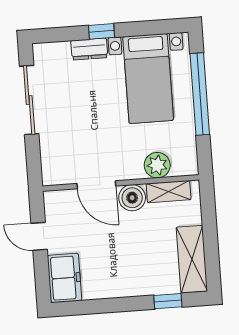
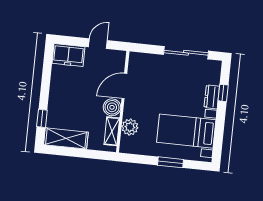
window: (102, 31) -> (223, 93), moved
window: (200, 94) -> (170, 162), width x0.47

